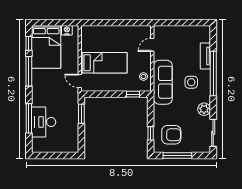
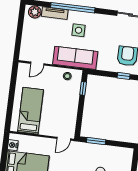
door: (152, 45) -> (37, 64), hinge flipped
bed: (104, 63) -> (30, 111), moved
plant: (204, 109) -> (35, 12), moved

